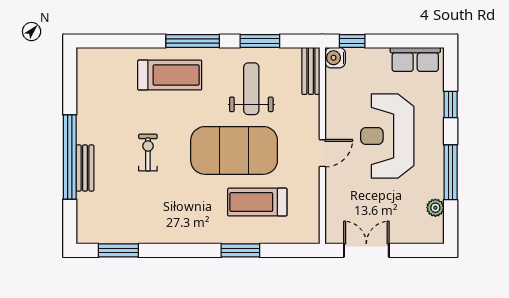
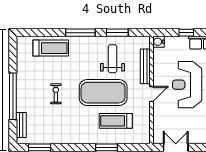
window: (352, 41) -> (186, 33), moved
bench: (311, 71) -> (145, 66), moved, width x1.36
treadmill: (170, 75) -> (51, 48), moved
bench: (85, 168) -> (21, 125), moved

